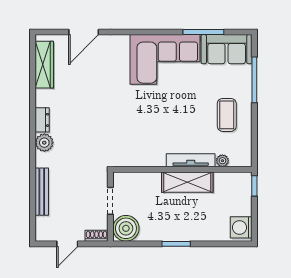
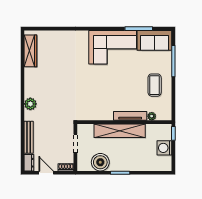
door: (84, 32) -> (57, 29), removed
dresser: (42, 120) -> (29, 163), moved
shelving: (187, 182) -> (120, 131), width x1.47
washing machine: (241, 227) -> (164, 148), moved
boiler: (126, 228) -> (100, 162), moved
door: (67, 244) -> (46, 173), swing flipped

